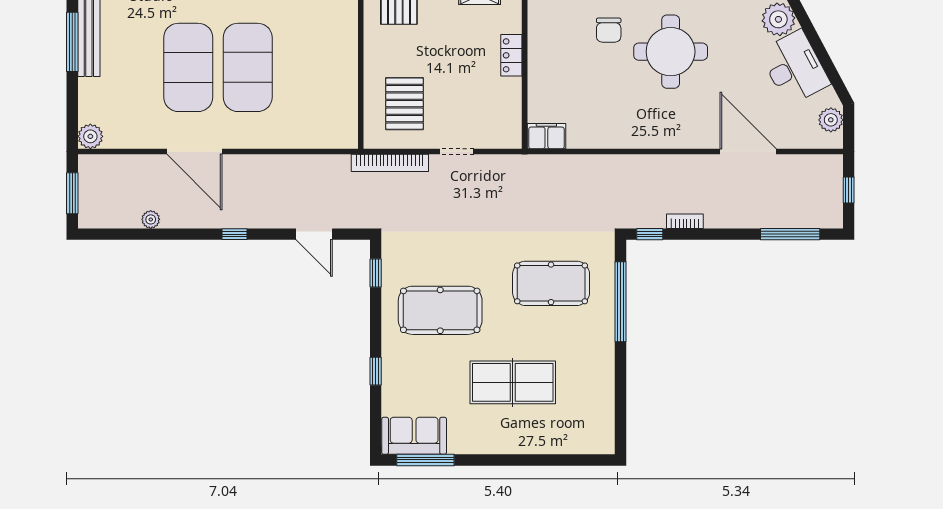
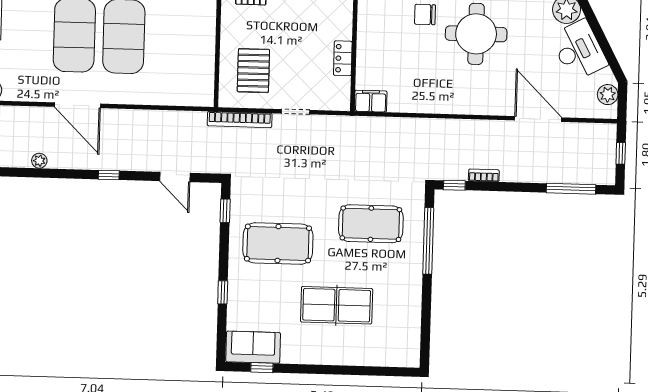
chair: (609, 30) -> (425, 14), turned 90
locker: (511, 55) -> (343, 58), moved
window: (425, 460) -> (262, 368), width x0.46

